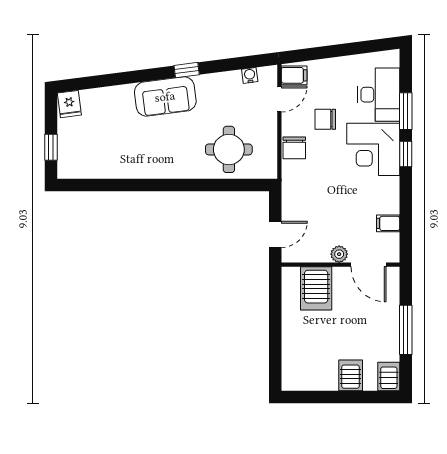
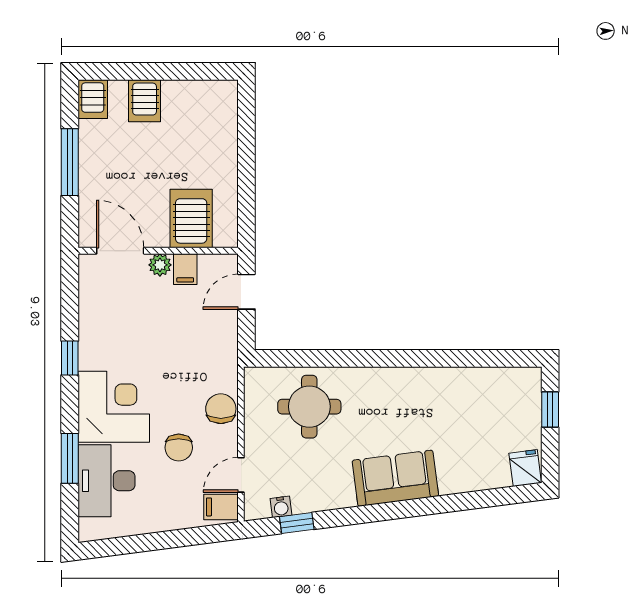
window: (187, 70) -> (297, 523), moved
chair: (325, 119) -> (179, 448), turned 90
window: (406, 154) -> (70, 358), moved
filing cabinet: (388, 223) -> (185, 269), moved, turned 90

